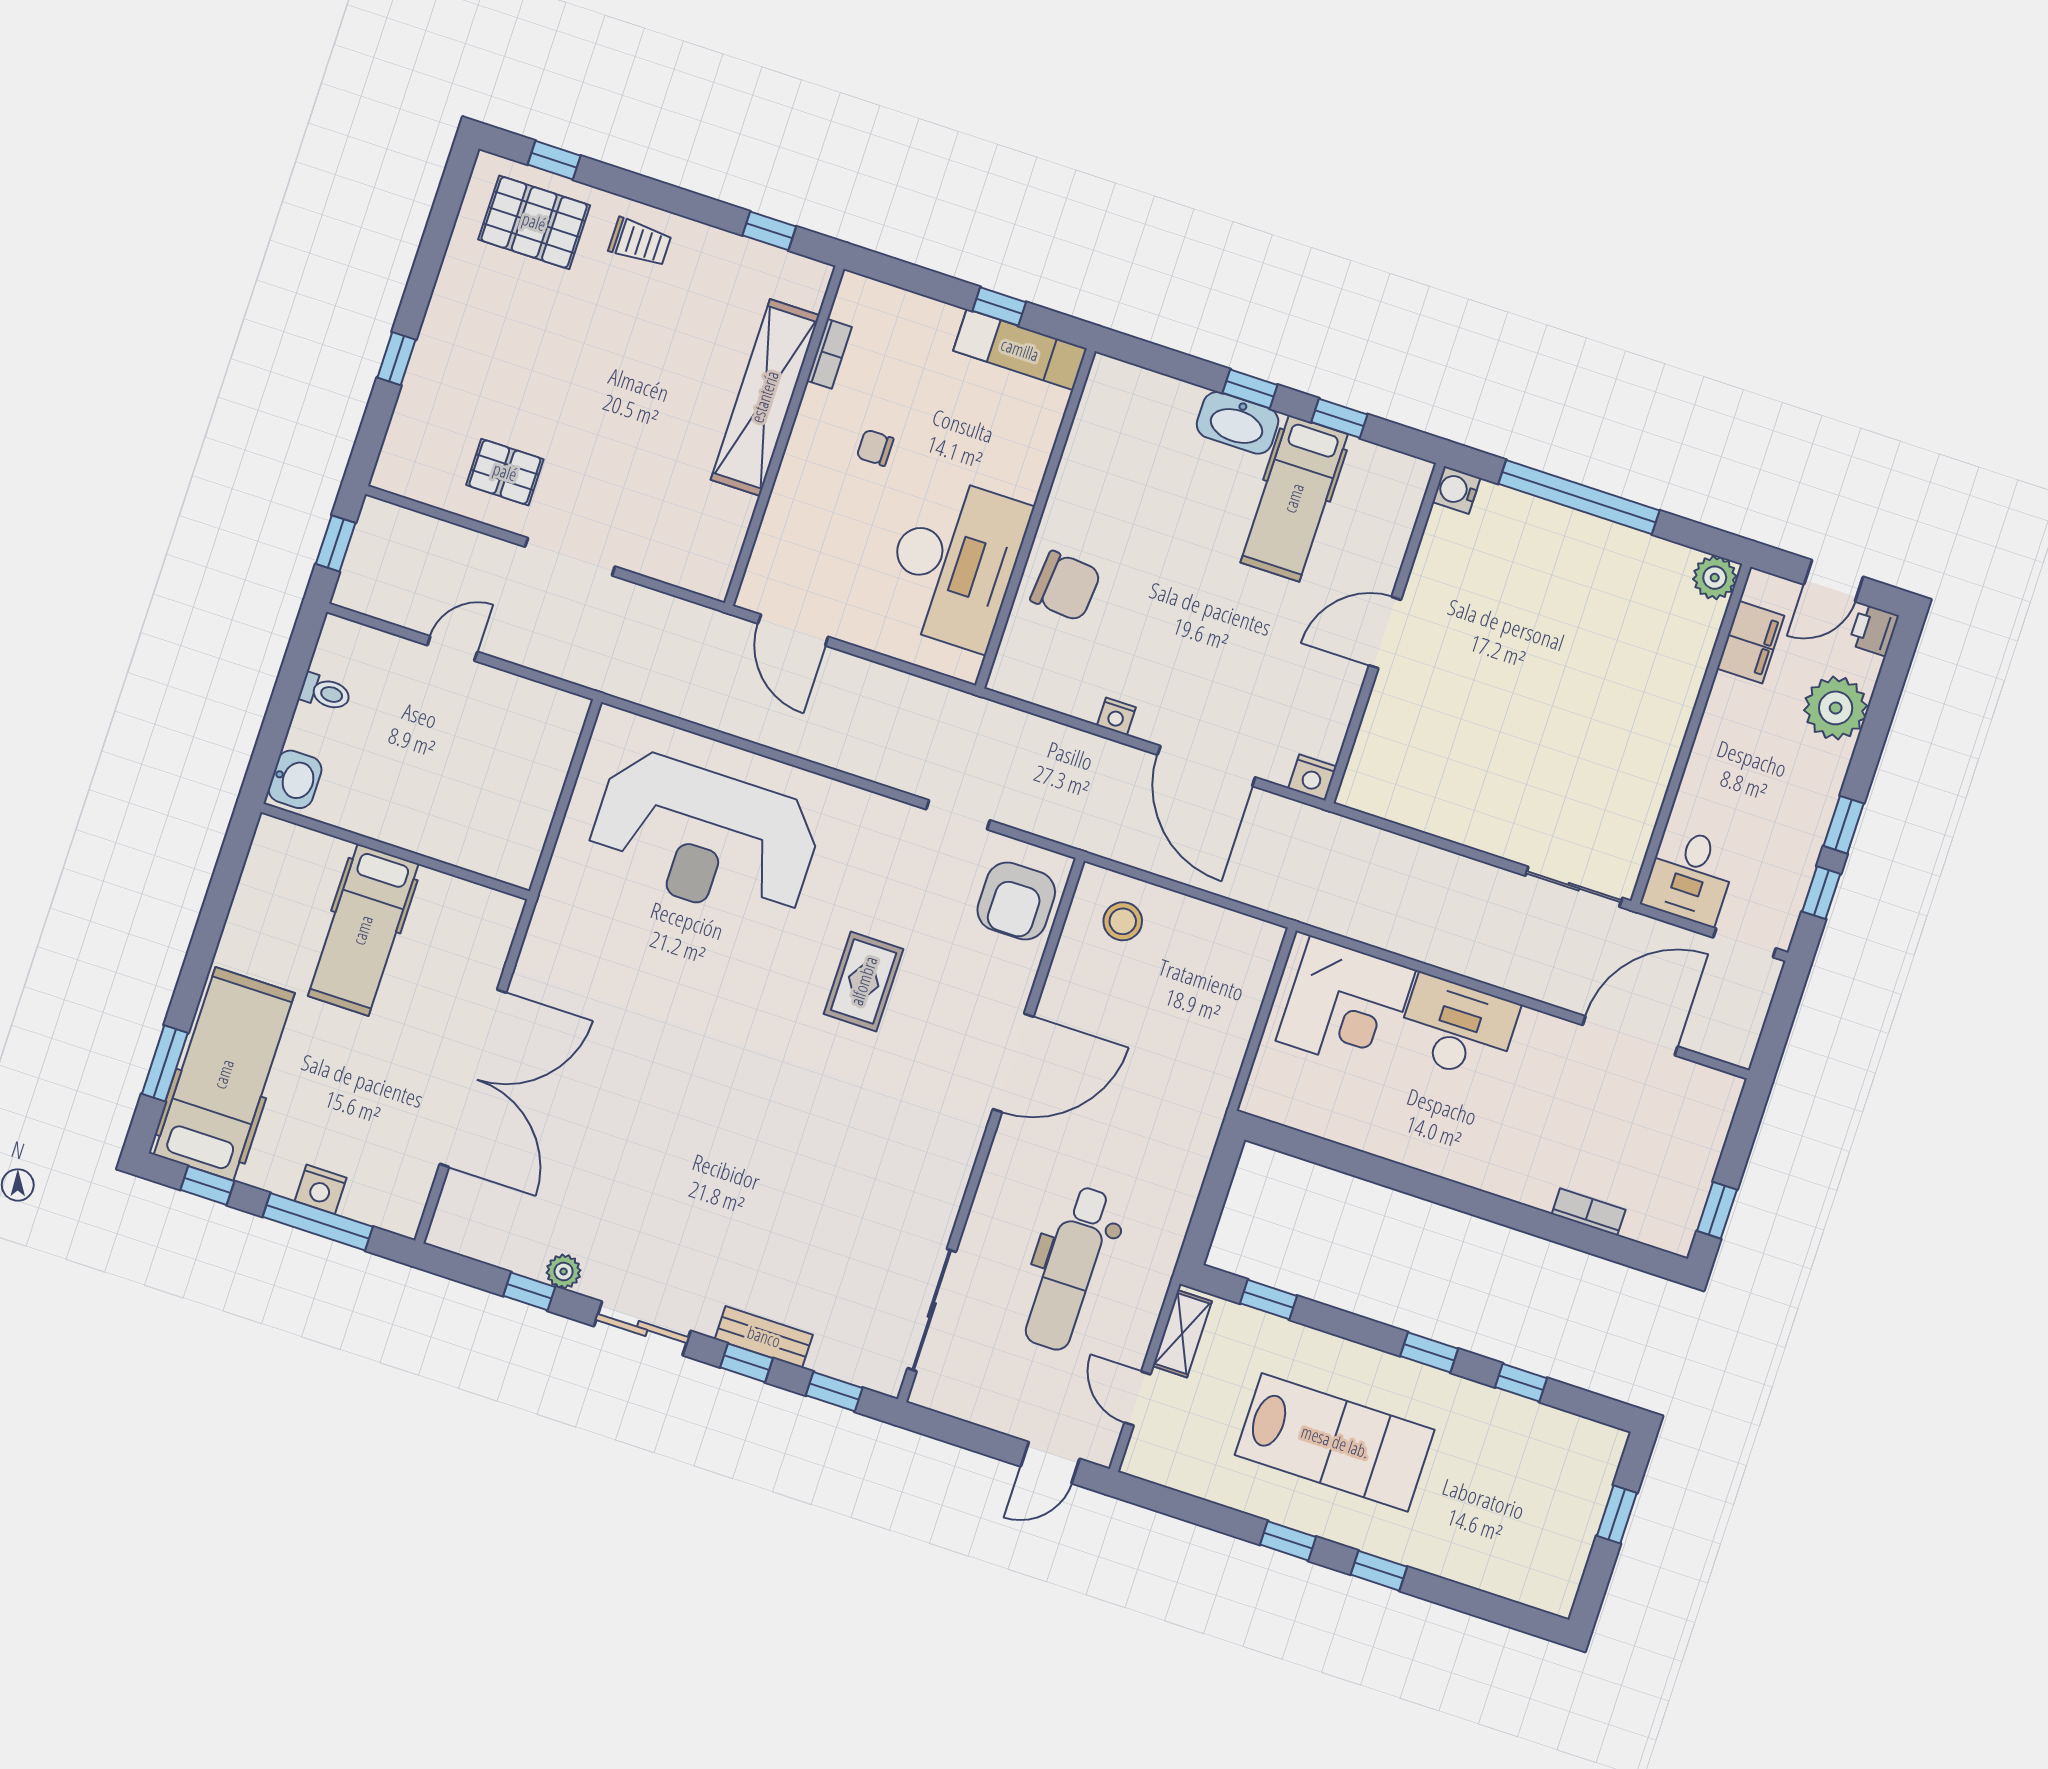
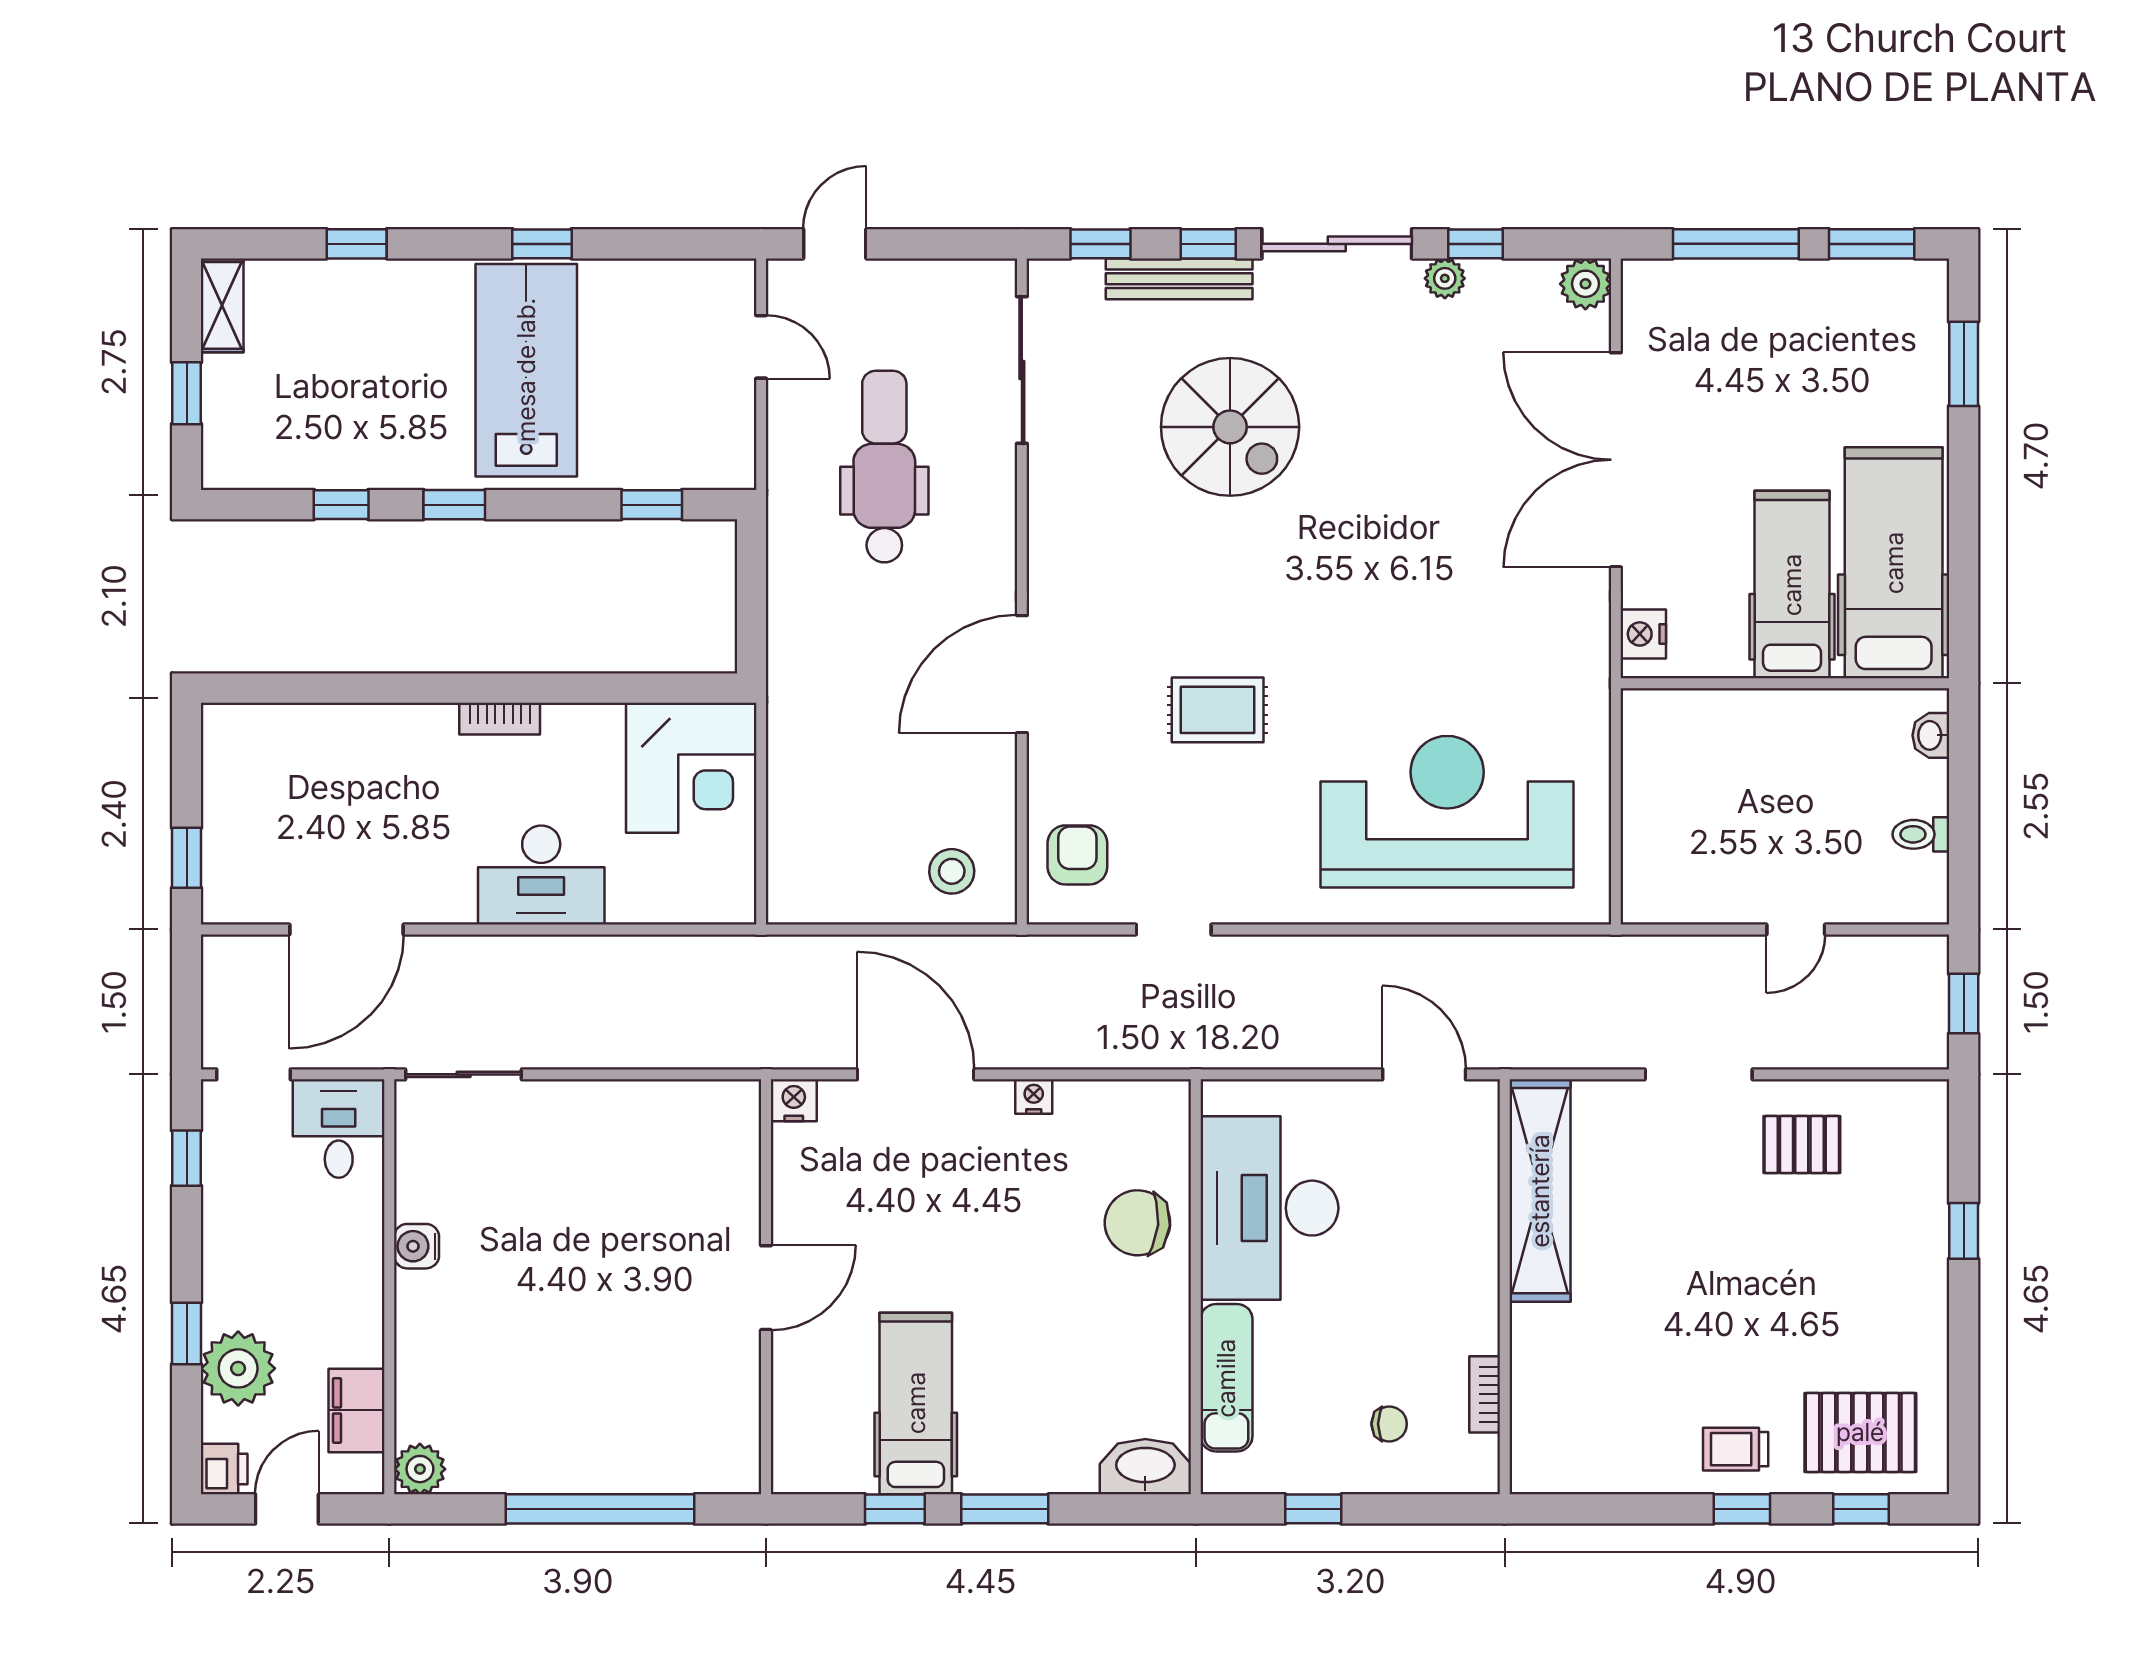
window: (769, 231) -> (1742, 1509), moved
exam couch: (1020, 350) -> (1226, 1378), moved, turned 90
window: (1250, 389) -> (1005, 1509), width x1.50
shelving: (765, 397) -> (1540, 1191), moved
washbasin: (1238, 423) -> (1145, 1467), moved
chair: (875, 448) -> (1389, 1424), moved
water cooler: (1456, 490) -> (417, 1246), moved, turned 180
washbasin: (295, 779) -> (1931, 735), width x0.72, depth x0.69
window: (1844, 825) -> (187, 1333), moved
armchair: (1016, 901) -> (1077, 855), width x0.72, depth x0.72
rug: (864, 981) -> (1218, 710), turned 90
corner desk: (1346, 1005) -> (691, 768), moved, turned 180
hospital bed: (224, 1074) -> (1894, 563), moved, turned 180
window: (207, 1186) -> (1872, 244), width x1.50
nightstand: (321, 1189) -> (1643, 634), moved, turned -90
spiral stairs: (778, 1208) -> (1230, 427), added
window: (1717, 1210) -> (187, 858), moved
bookcase: (1589, 1212) -> (500, 719), moved
plant: (451, 1229) -> (1585, 284), added
sliding door: (642, 1328) -> (1337, 244), width x1.37
shelving: (1182, 1334) -> (222, 305), moved
bench: (764, 1337) -> (1179, 279), width x1.36
lab bench: (1335, 1442) -> (526, 370), turned 90
window: (1379, 1571) -> (357, 244), moved

